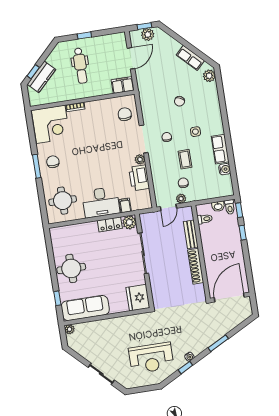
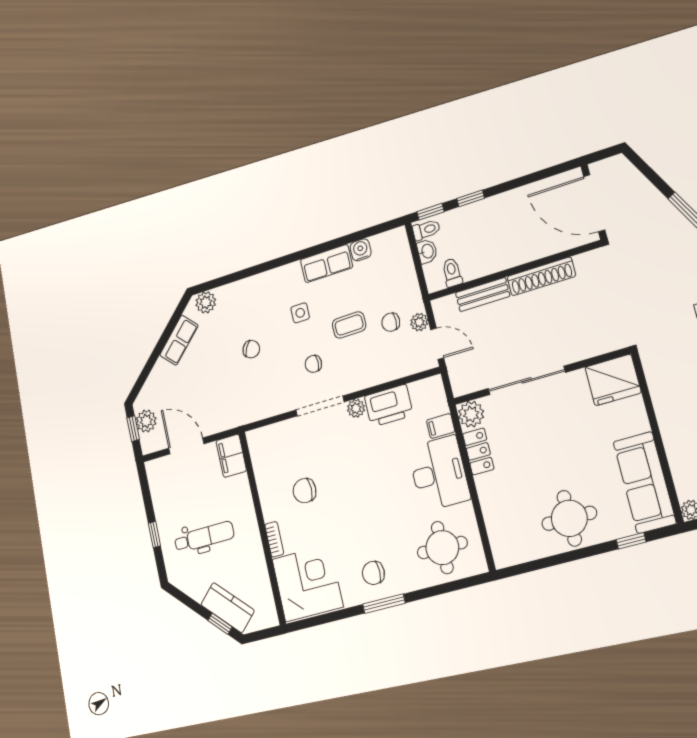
chair: (125, 114) -> (305, 491), moved

